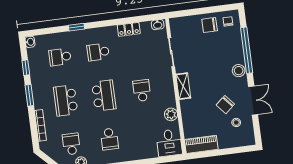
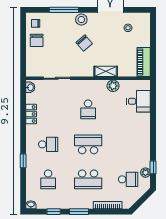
window: (247, 50) -> (64, 10), width x0.68
school desk: (98, 52) -> (48, 144), turned -90
shelving: (183, 86) -> (106, 71), moved
school desk: (142, 91) -> (88, 109), turned -90
chair: (225, 105) -> (84, 43), moved
school desk: (109, 139) -> (128, 144), removed
desk: (169, 143) -> (138, 101), moved
school desk: (71, 144) -> (128, 179), turned 180

